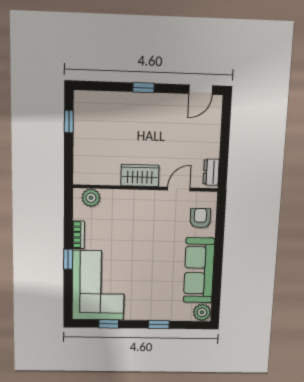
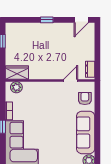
wardrobe: (140, 175) -> (17, 73), moved

